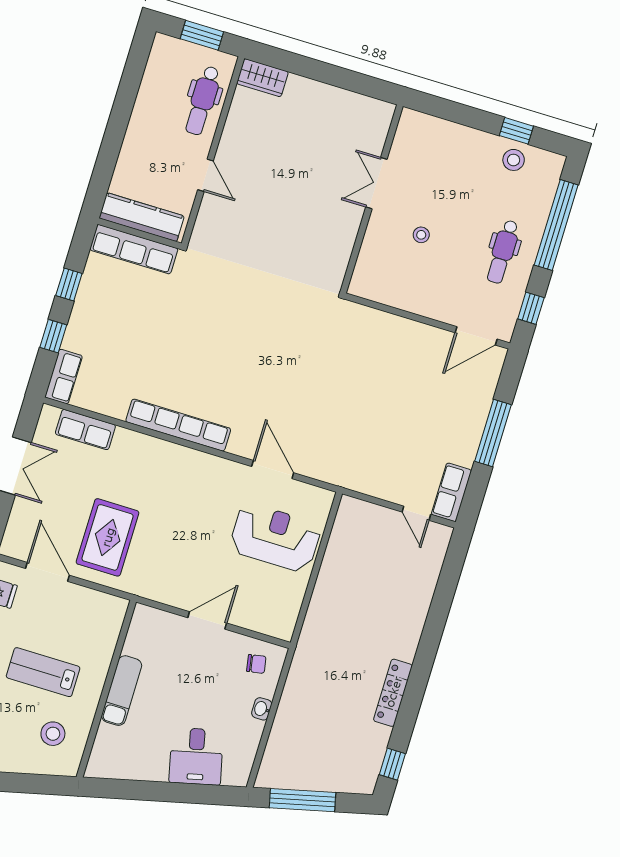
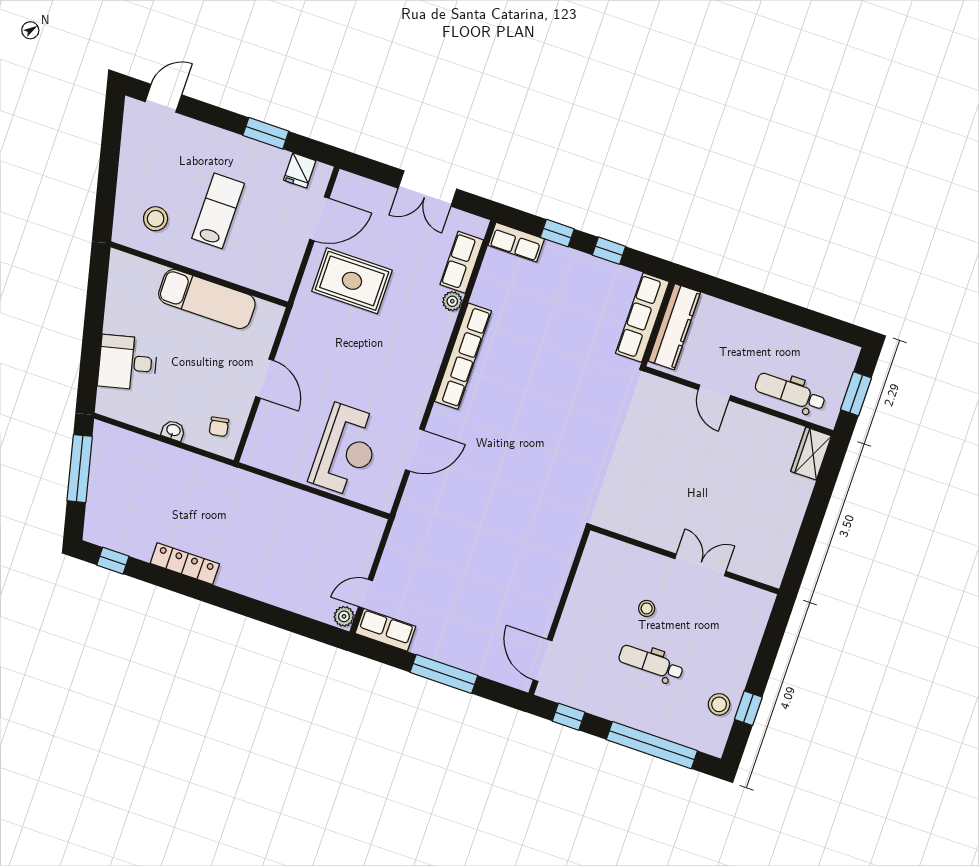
door: (206, 175) -> (714, 393), hinge flipped
dental chair: (503, 252) -> (651, 663), moved
plant: (124, 438) -> (452, 301), added
plant: (439, 534) -> (344, 616), added
exam couch: (122, 691) -> (207, 299), width x1.36, depth x1.45

